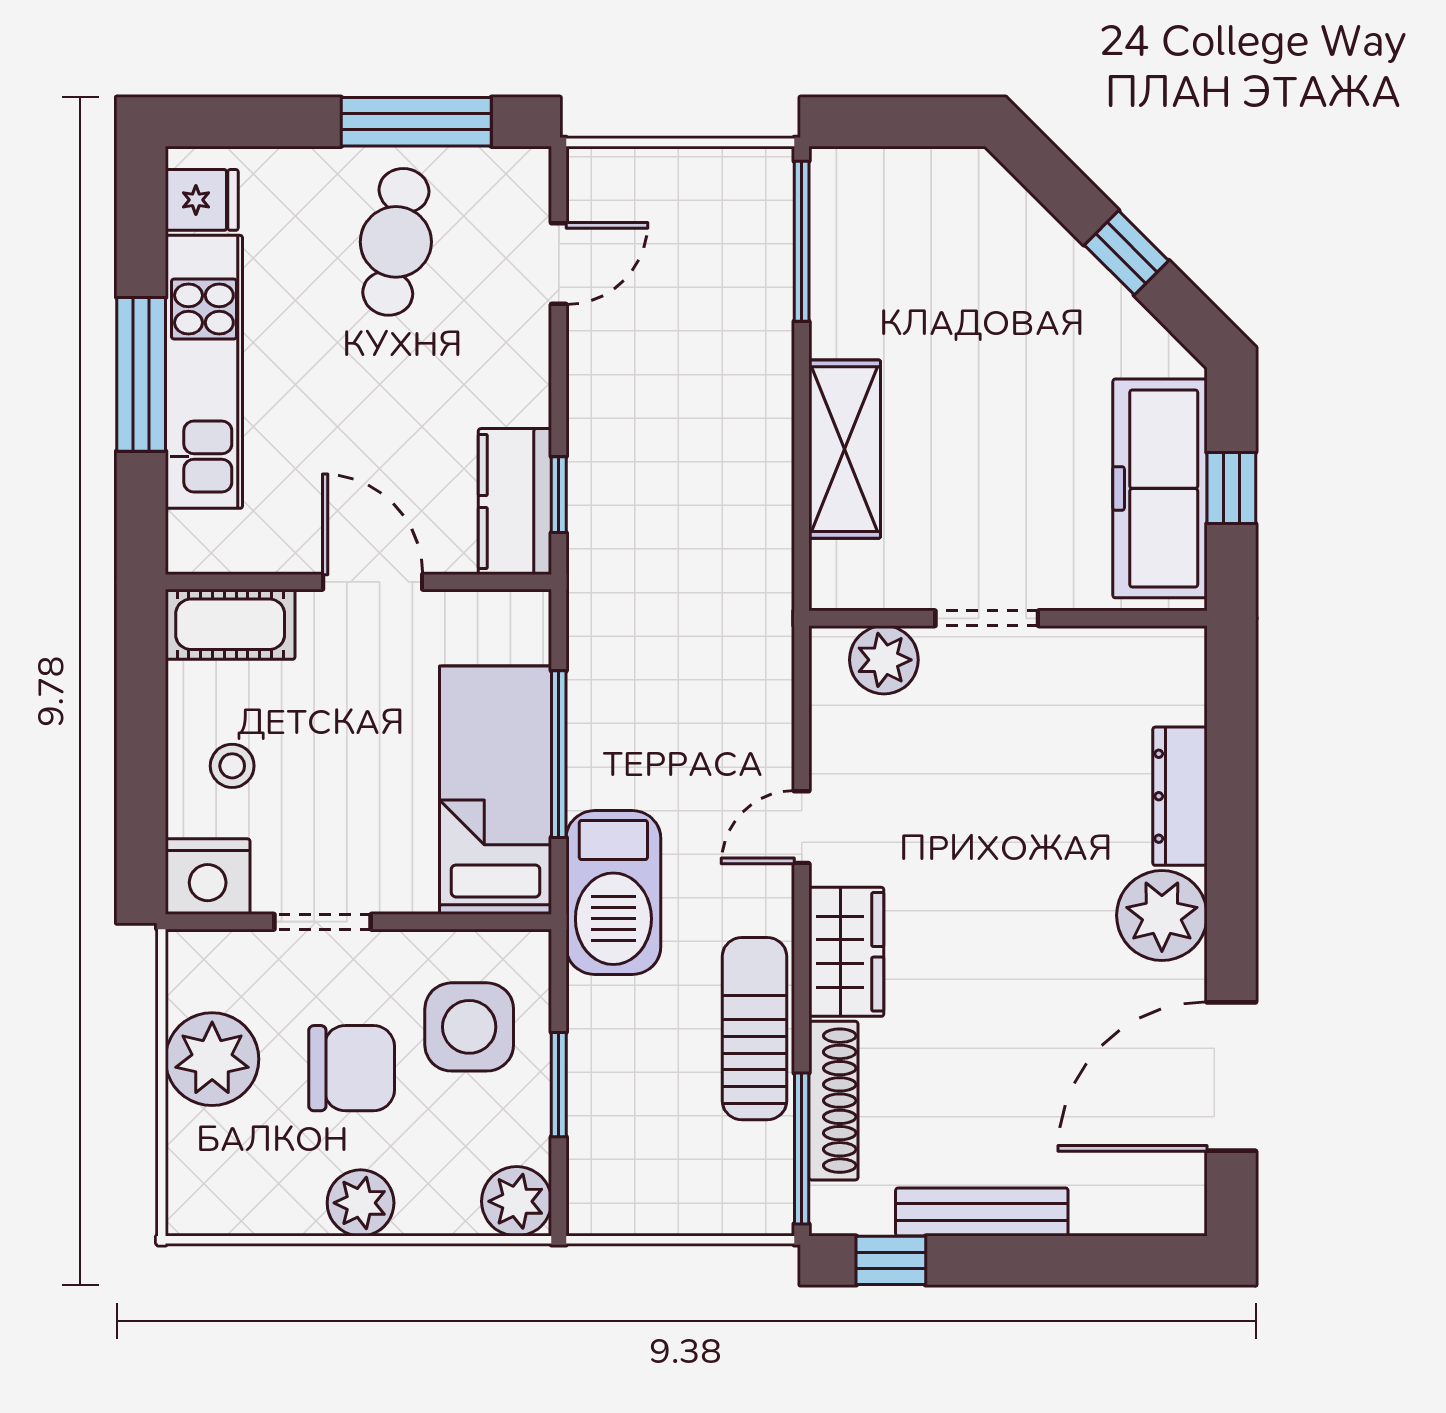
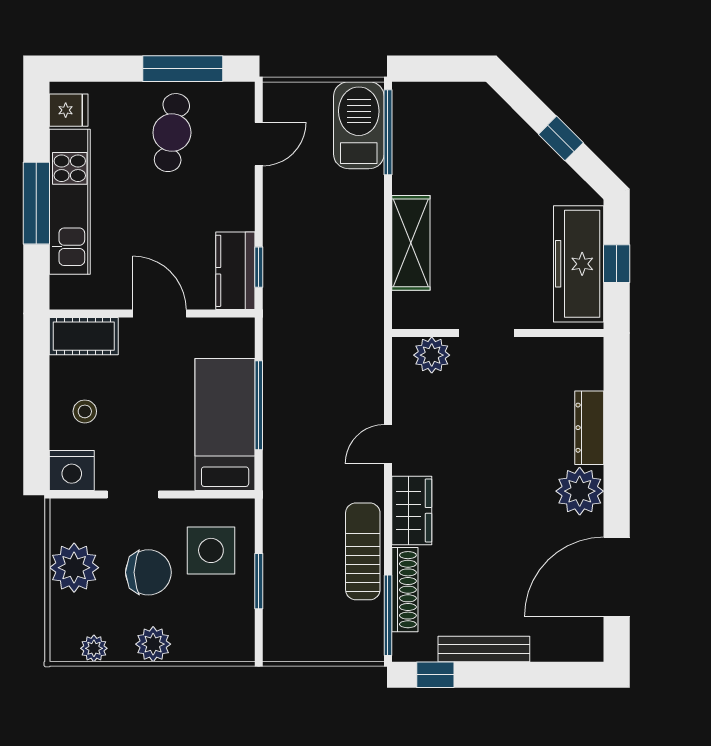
barbecue: (613, 893) -> (359, 125), moved, turned 180
plant: (517, 1201) -> (94, 648), moved, width x0.73, depth x0.73

